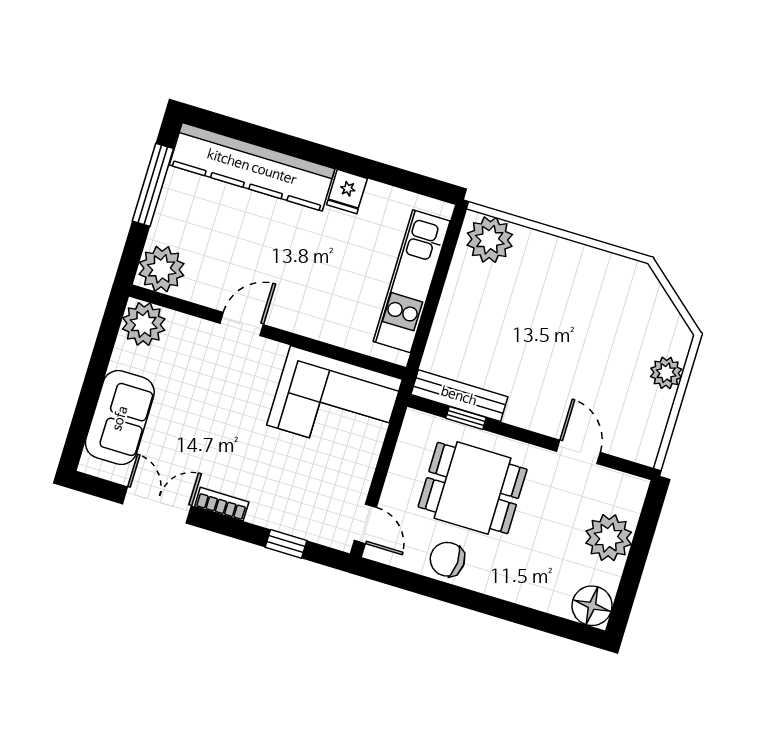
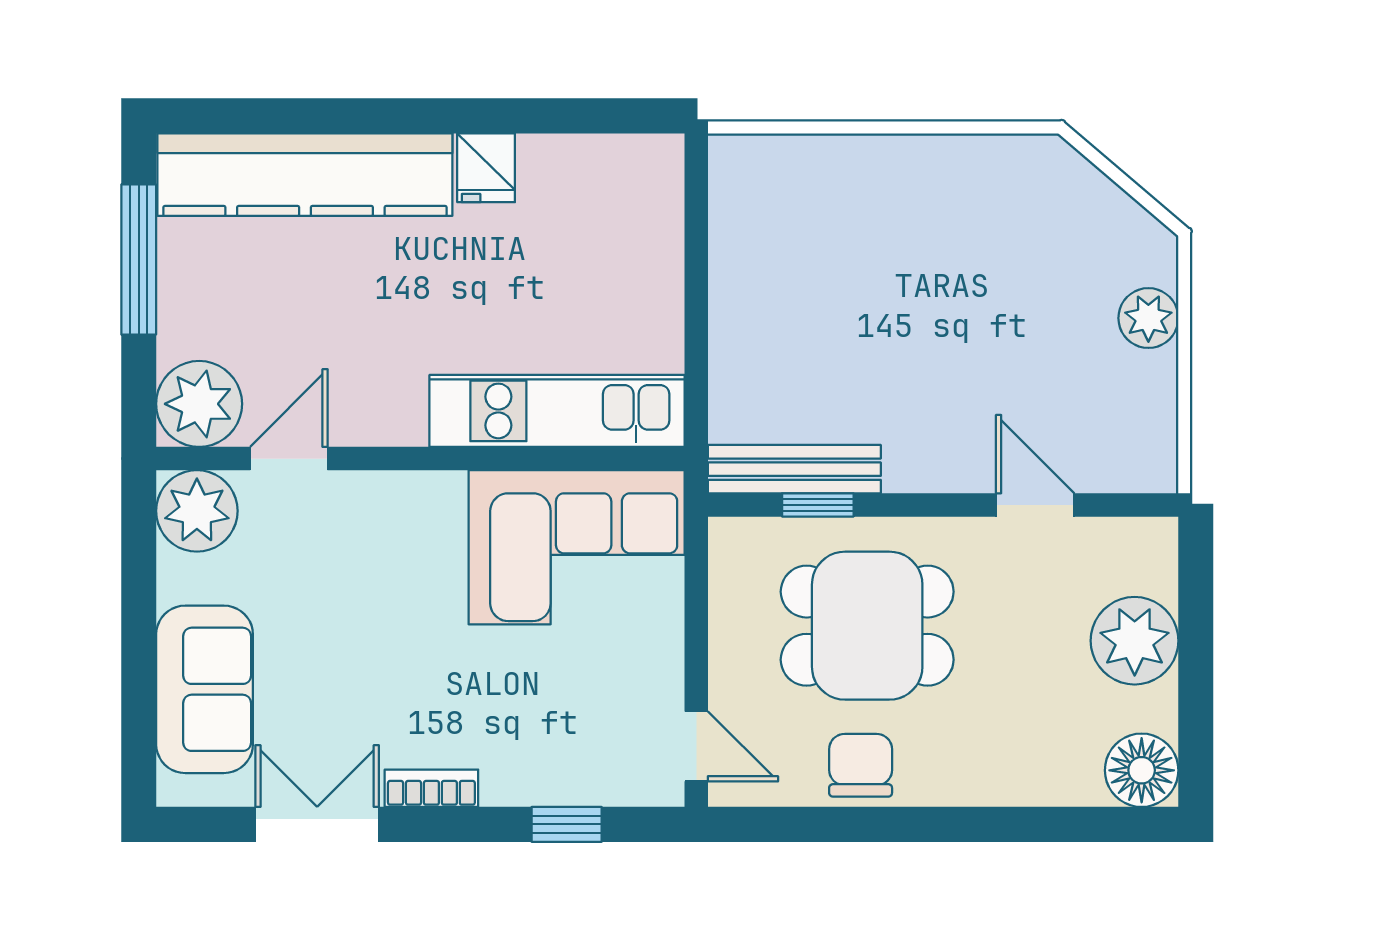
plant: (490, 240) -> (765, 177), removed
kitchen unit: (412, 281) -> (557, 411), moved, turned 90
door: (242, 324) -> (289, 459), moved
chair: (447, 559) -> (861, 765), turned 87

